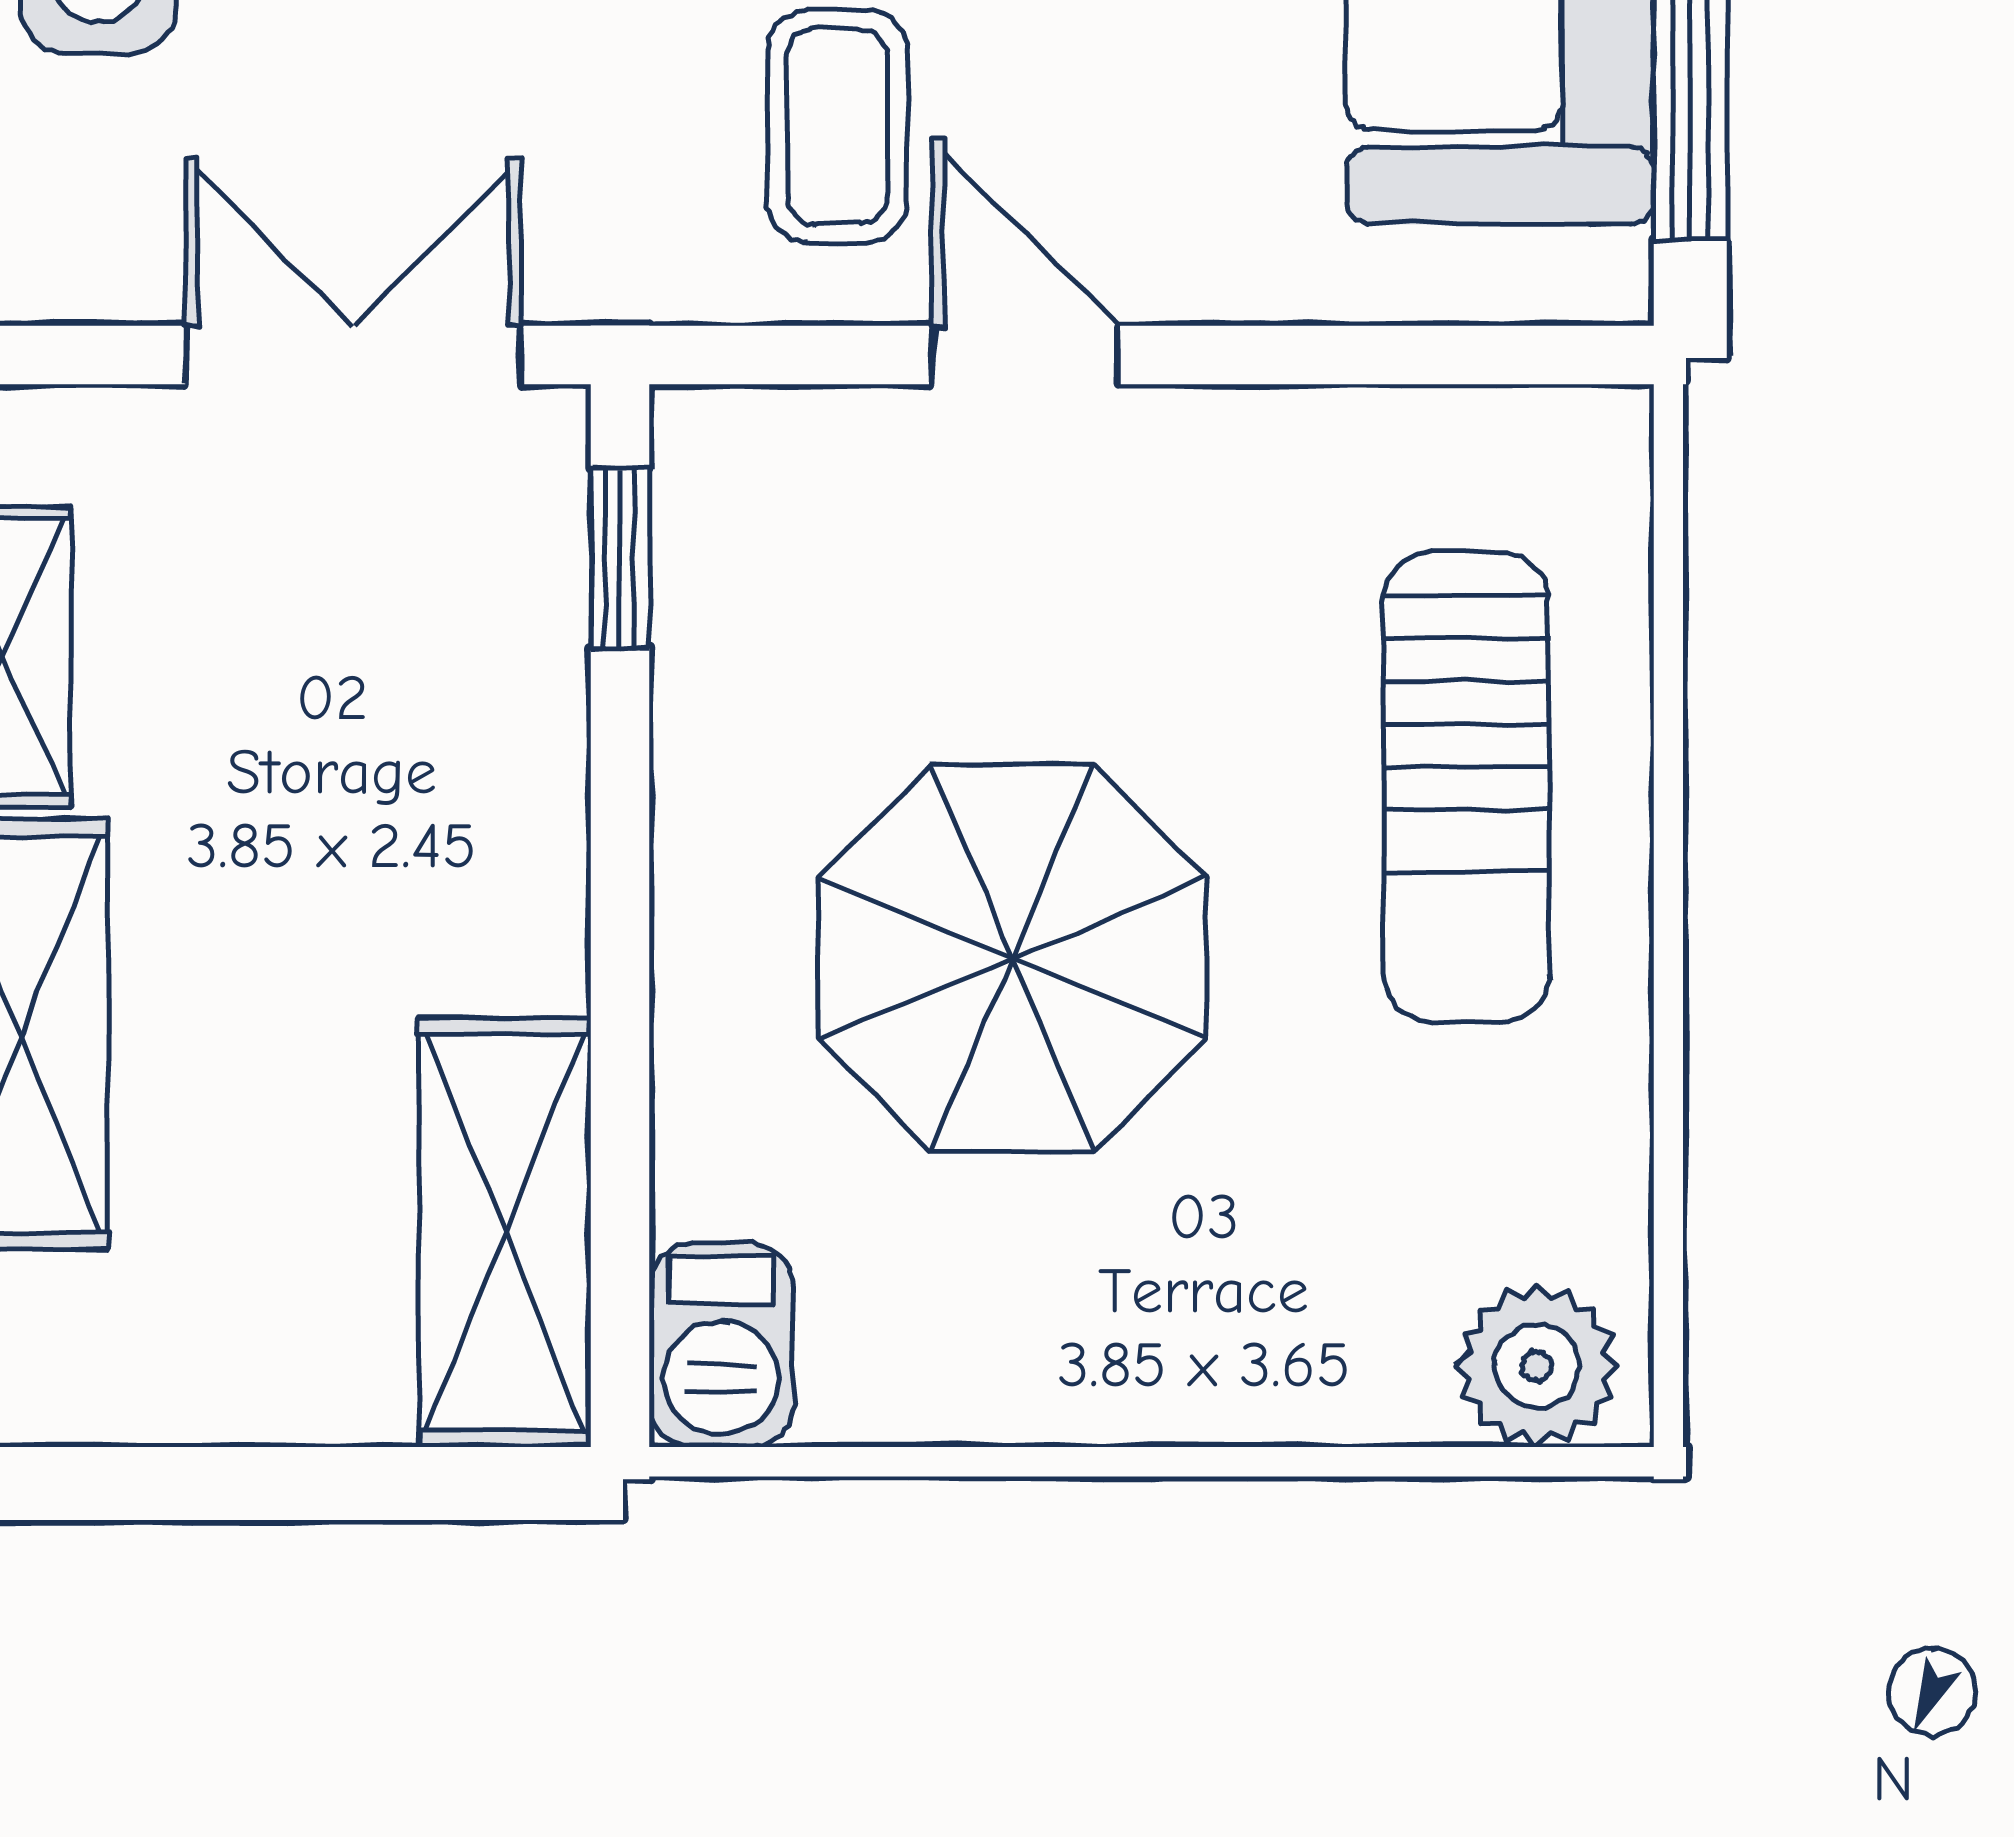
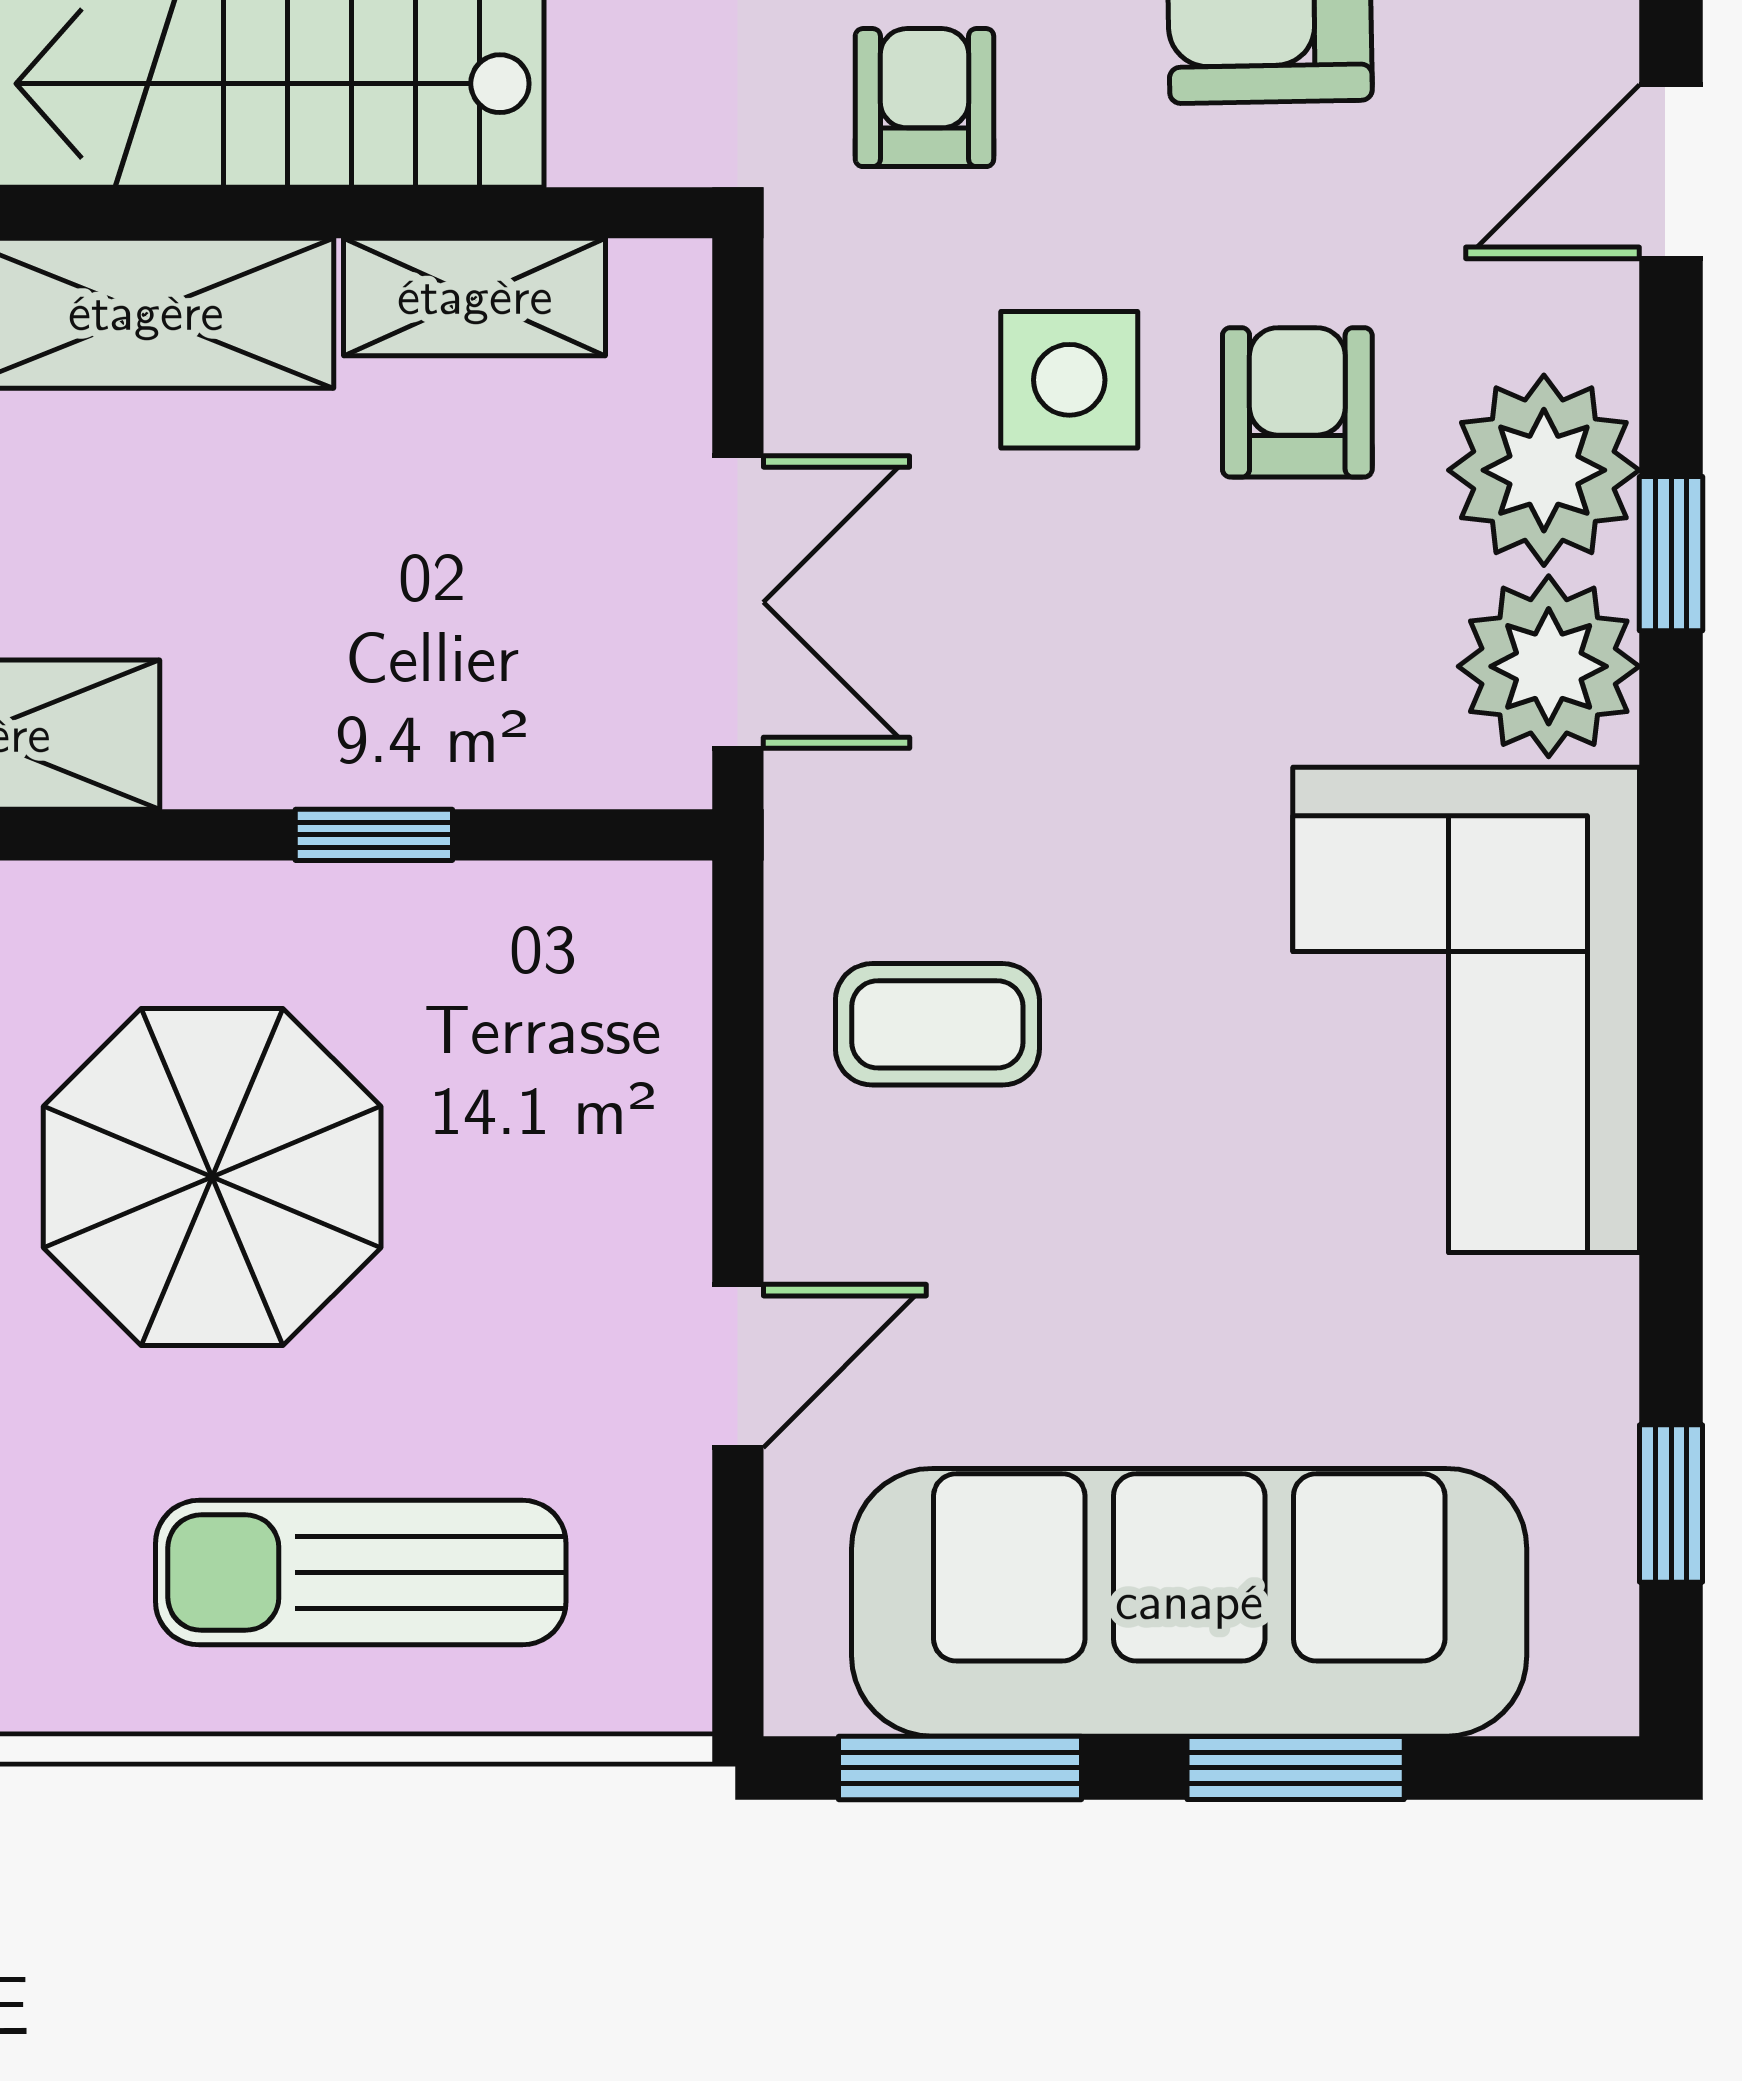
door: (1025, 355) -> (738, 1366), moved
window: (620, 559) -> (374, 835), moved

